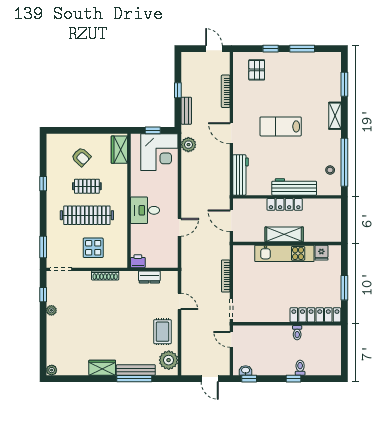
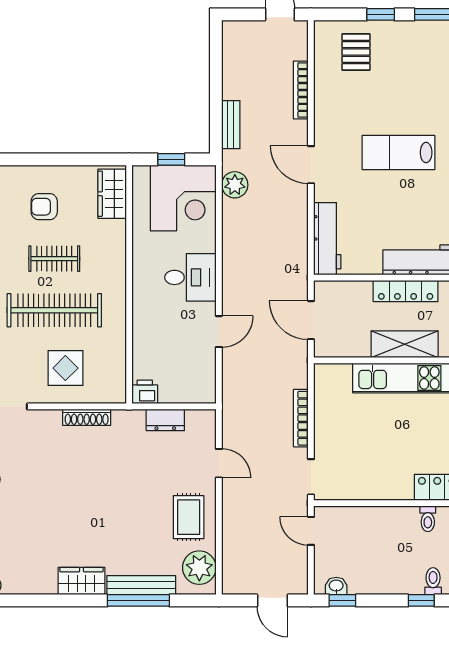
window: (178, 90) -> (216, 88), removed
armchair: (81, 157) -> (44, 207), turned 137
desk: (145, 210) -> (190, 277), moved, turned 180

